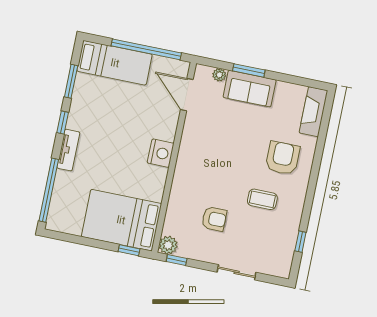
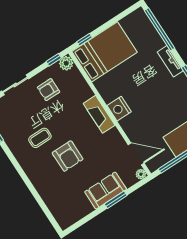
plant: (219, 75) -> (141, 174), moved
fireplace: (313, 112) -> (99, 114), moved, turned 180
armchair: (283, 158) -> (68, 156), moved
armchair: (214, 219) -> (49, 90), moved

